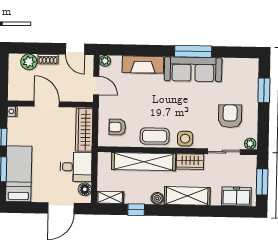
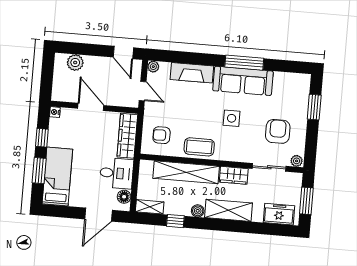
shoe rack: (48, 59) -> (95, 61), removed
side table: (185, 139) -> (232, 118), moved

